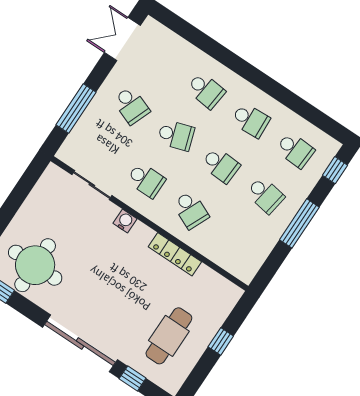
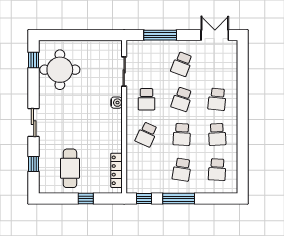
school desk: (176, 135) -> (182, 99), turned 36
window: (335, 170) -> (144, 199), moved
locker: (175, 254) -> (117, 170), moved
cafe table: (169, 336) -> (70, 168), turned 90
sliding door: (80, 343) -> (34, 123), width x0.54

